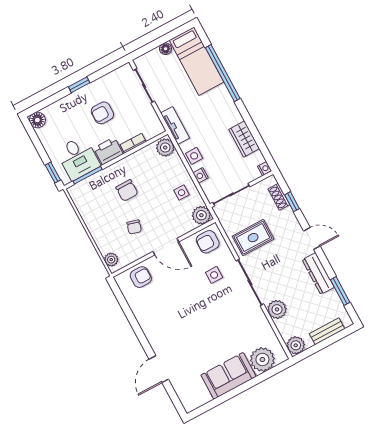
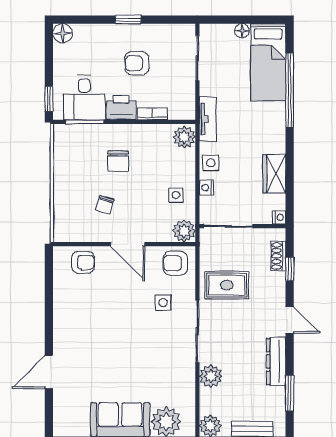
plant: (111, 260) -> (61, 226), removed

